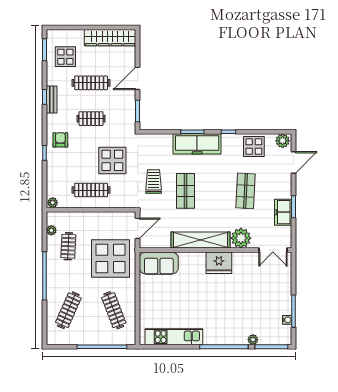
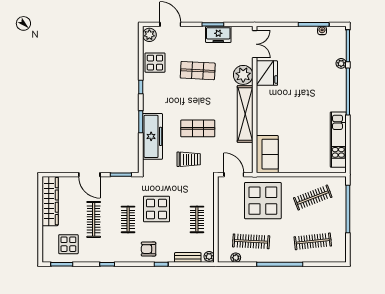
bench: (52, 100) -> (188, 257), moved
freezer: (197, 144) -> (152, 136), moved
display table: (112, 160) -> (157, 209), moved
trolley: (154, 181) -> (189, 159), turned 180
clothes rail: (91, 190) -> (197, 219), width x0.73
clothes rail: (68, 246) -> (251, 241), width x1.36
fridge: (219, 263) -> (267, 73), moved
clothes rail: (68, 310) -> (313, 241), turned -30

